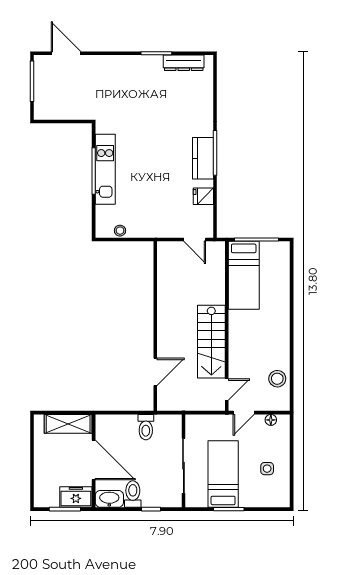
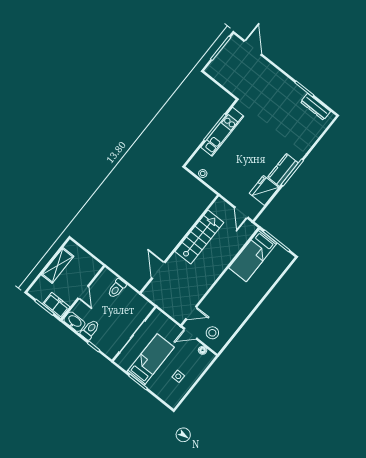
fridge: (203, 196) -> (264, 190), width x1.88, depth x1.34
stairs: (211, 342) -> (199, 237), moved, turned 180
door: (155, 372) -> (158, 270), swing flipped
stool: (277, 379) -> (212, 333), moved
shelving: (68, 424) -> (58, 266), moved, turned 90
toilet: (146, 427) -> (117, 288), moved
door: (94, 460) -> (83, 292), width x0.53

